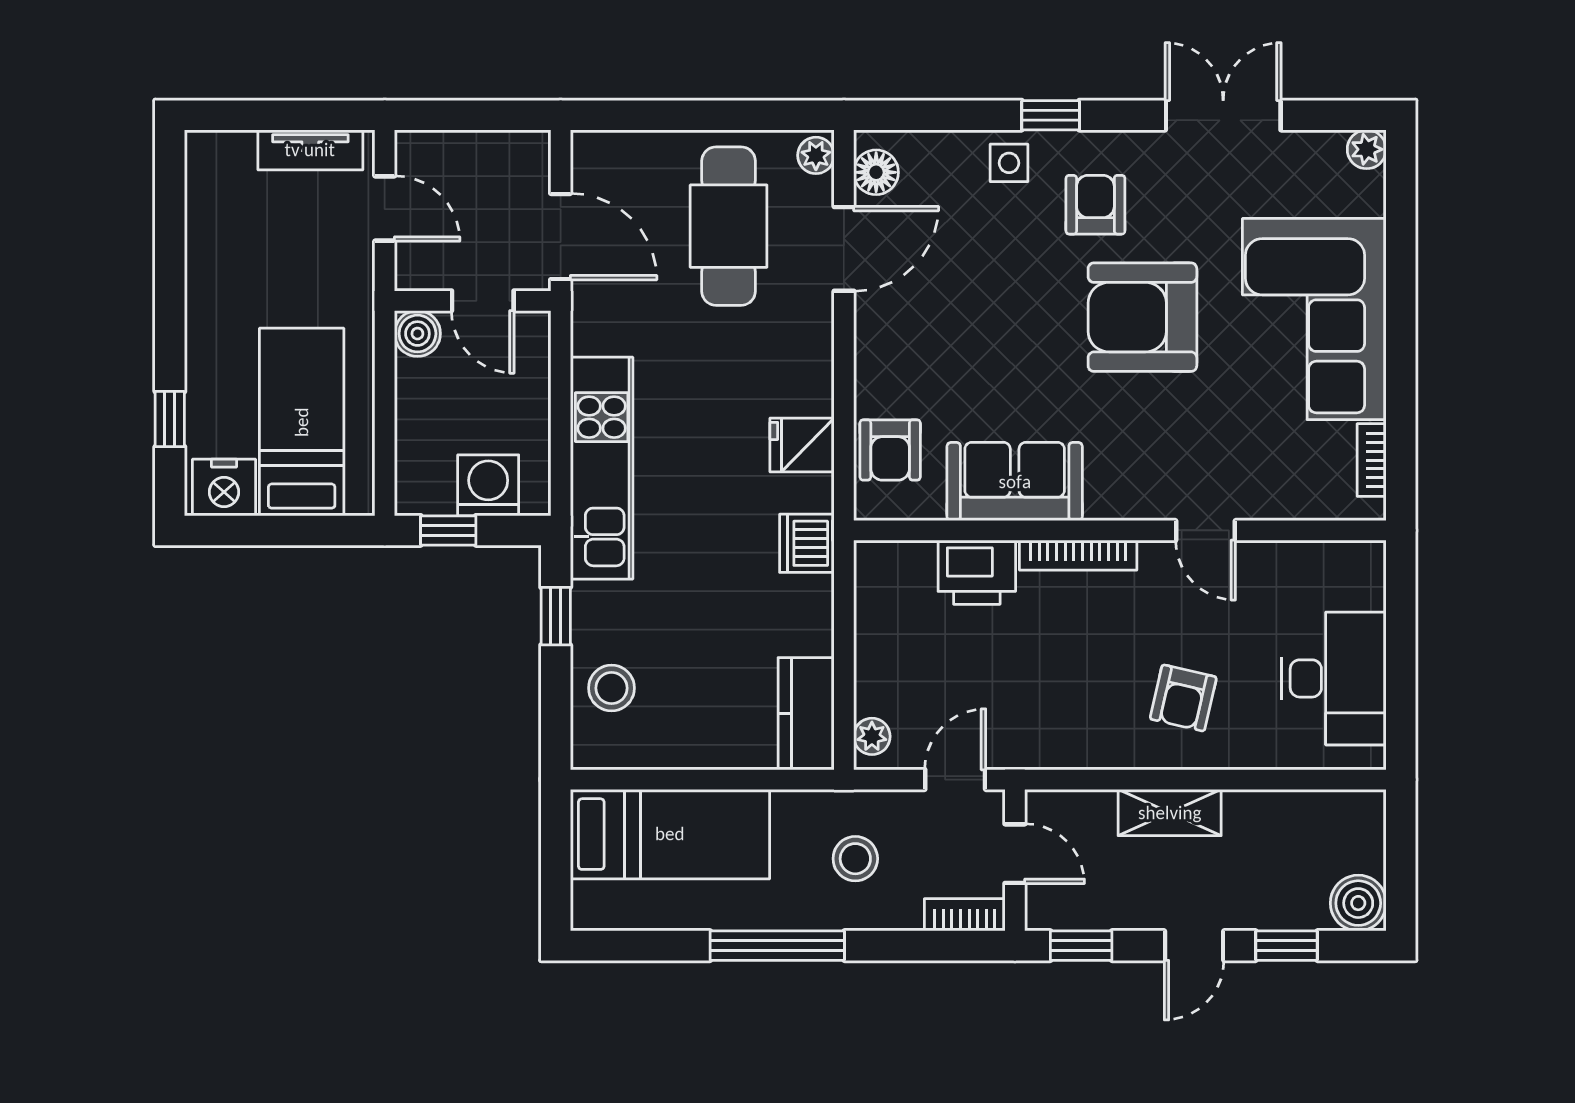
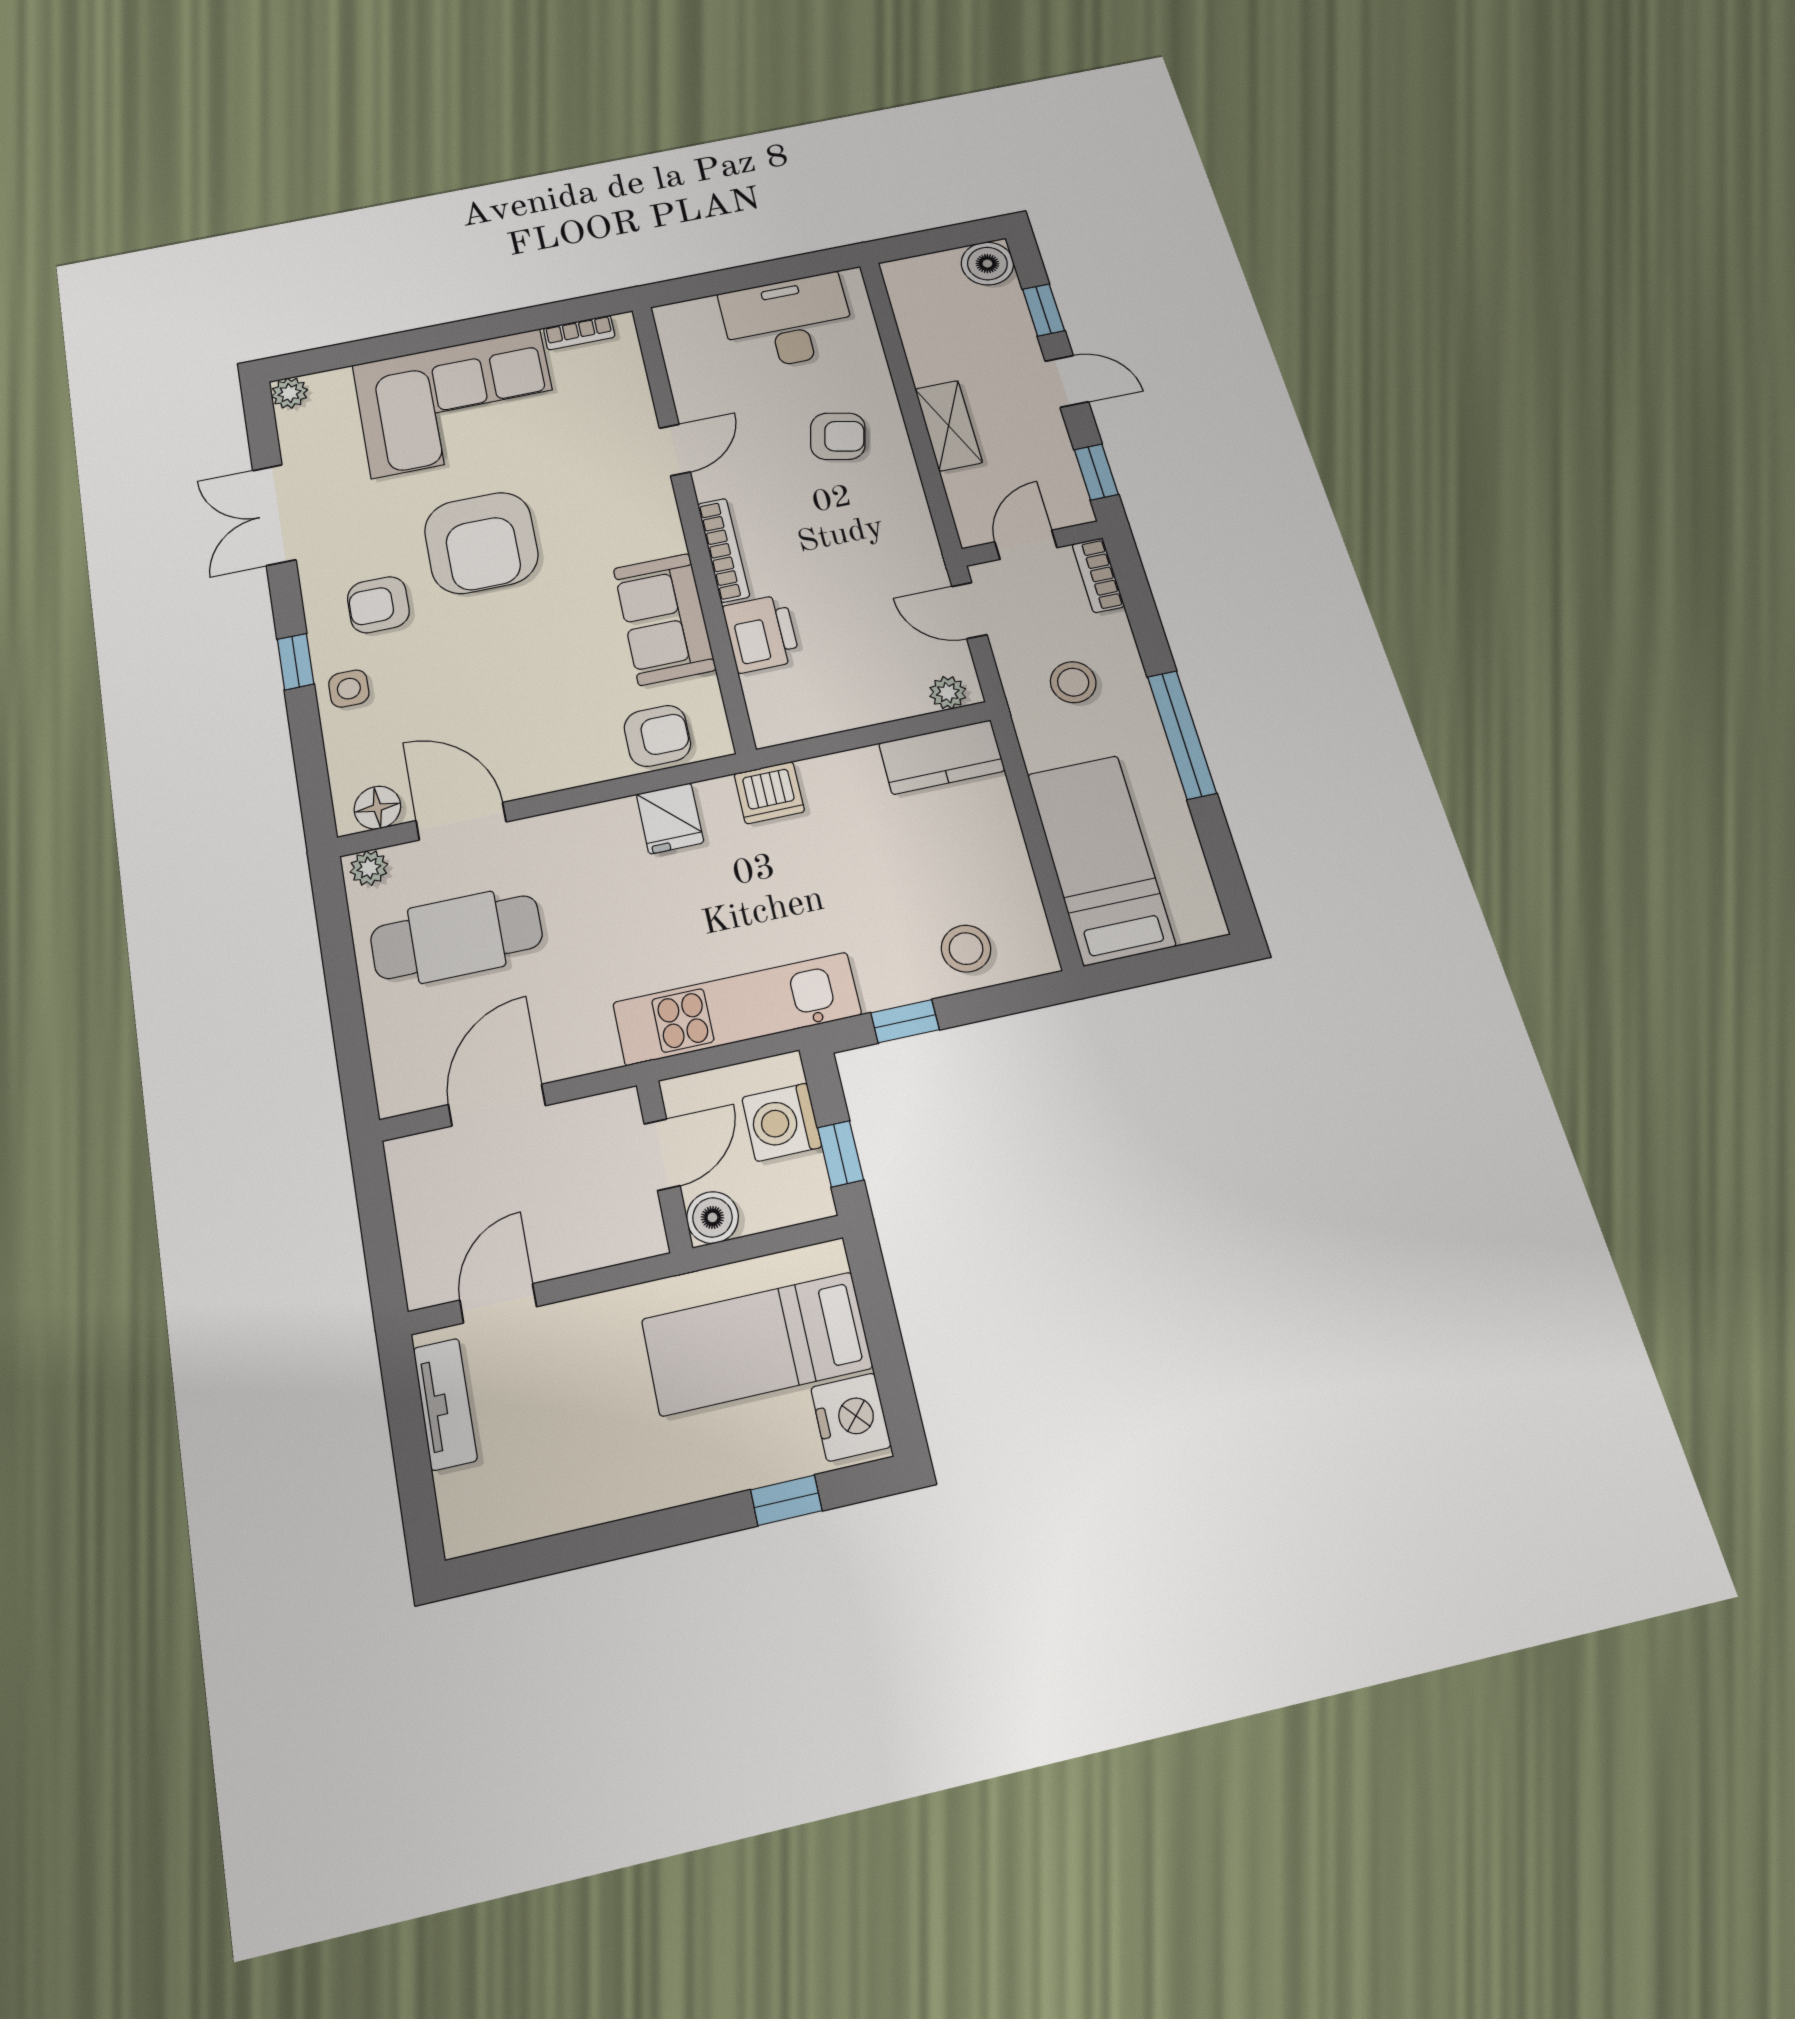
wall: (473, 301) -> (664, 1166), moved
door: (483, 301) -> (662, 1155), moved
boiler: (417, 334) -> (712, 1217), moved

